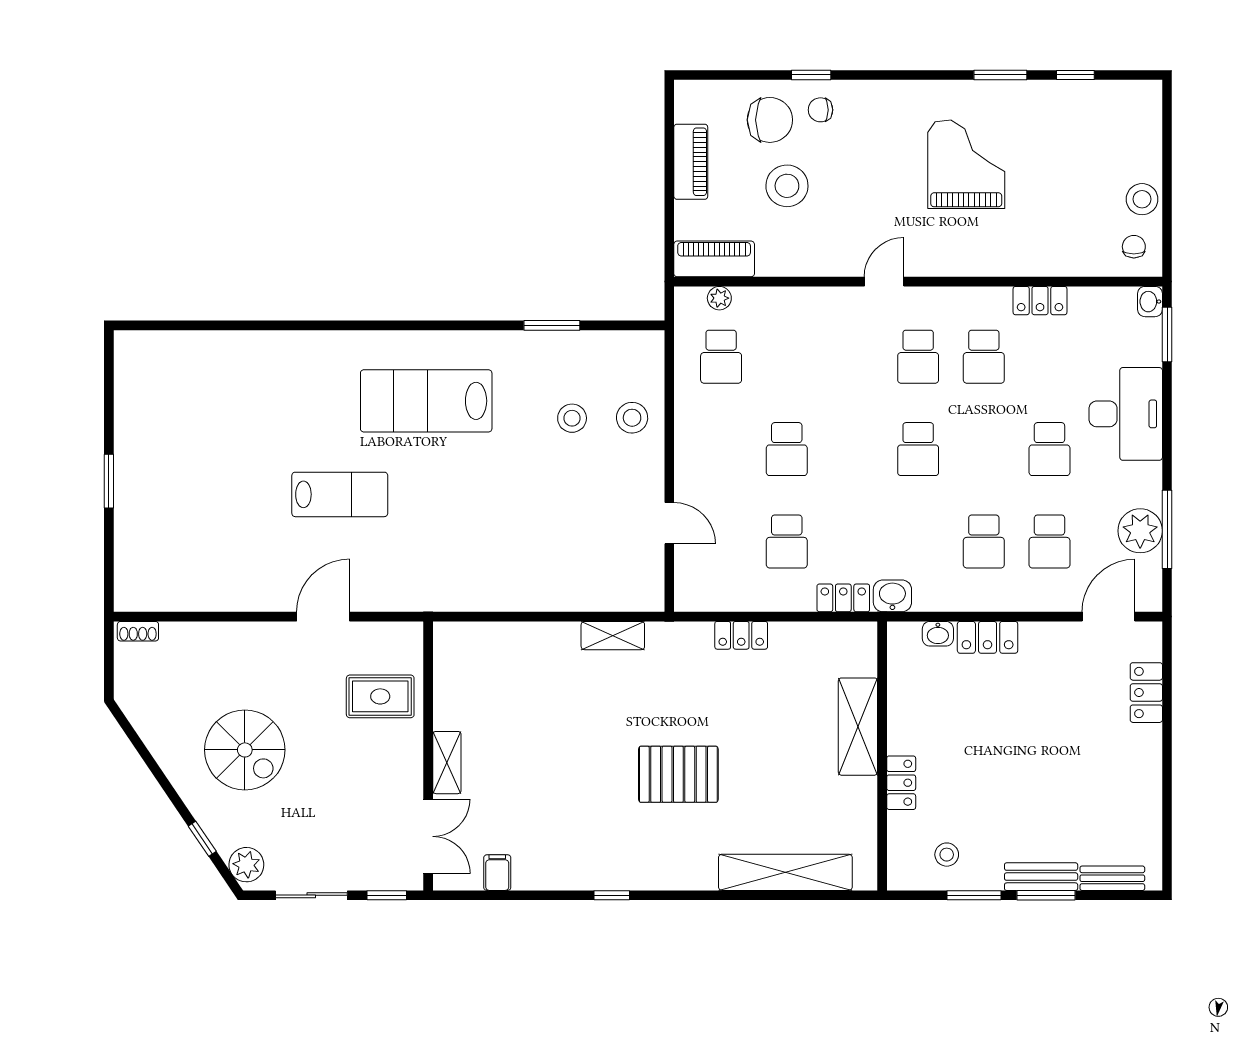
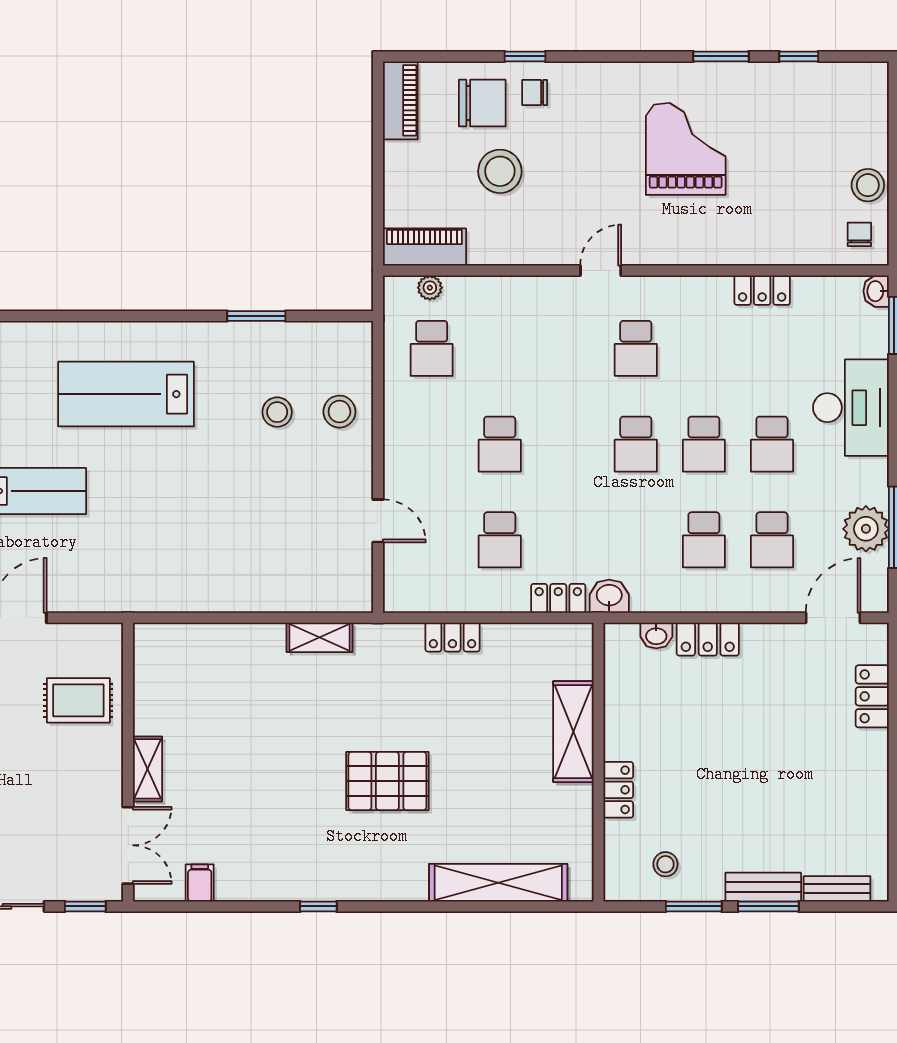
piano: (691, 162) -> (400, 100), moved
school desk: (984, 357) -> (704, 444), moved

